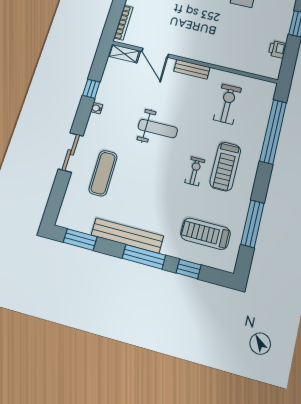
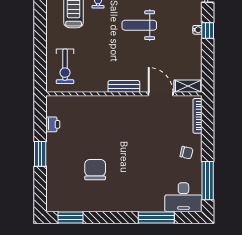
window: (91, 89) -> (208, 30), moved
exercise bike: (227, 104) -> (65, 66), moved
window: (273, 132) -> (40, 48), removed

